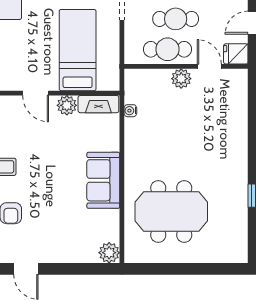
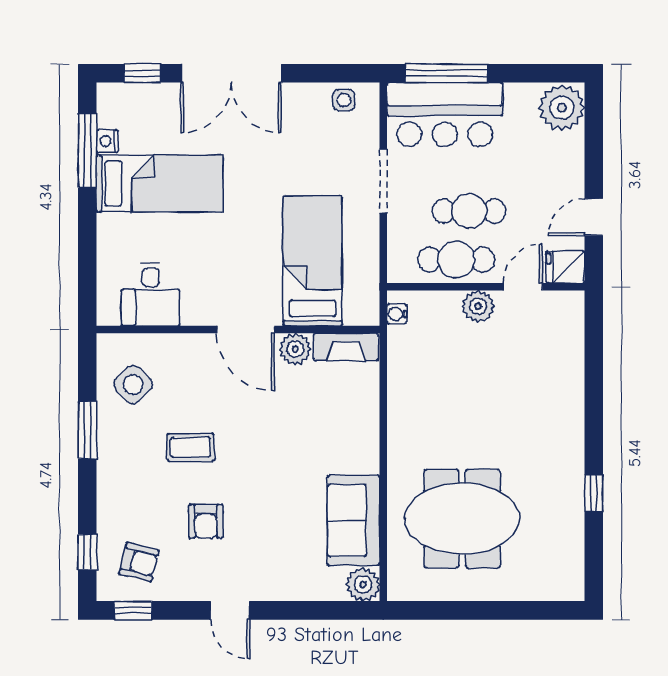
door: (209, 66) -> (523, 287), hinge flipped
door: (36, 93) -> (246, 330), width x1.38
water cooler: (130, 111) -> (397, 314), moved
sofa: (103, 180) -> (354, 520), moved

